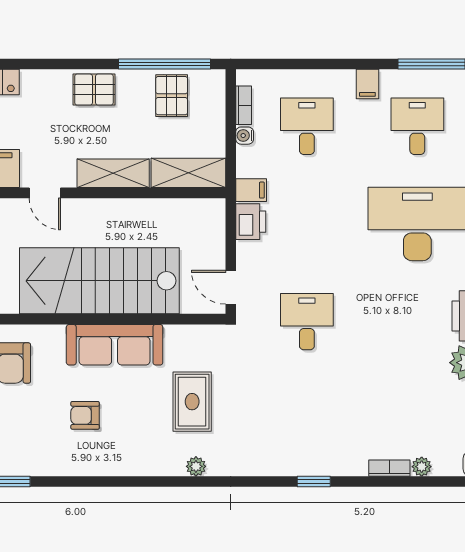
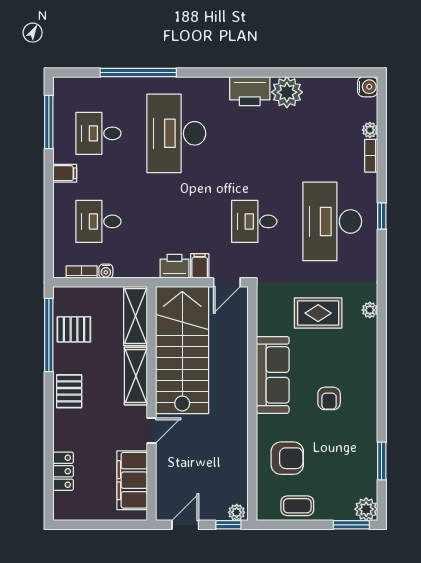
filing cabinet: (251, 190) -> (200, 266), moved
stairs: (99, 281) -> (182, 350), moved, turned 180
desk: (307, 419) -> (332, 221), added

